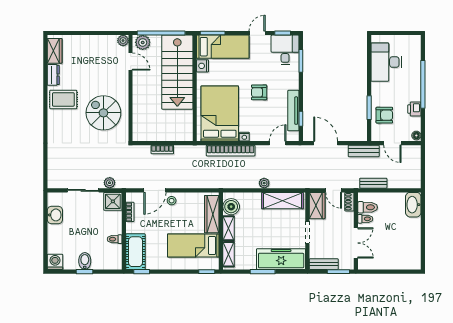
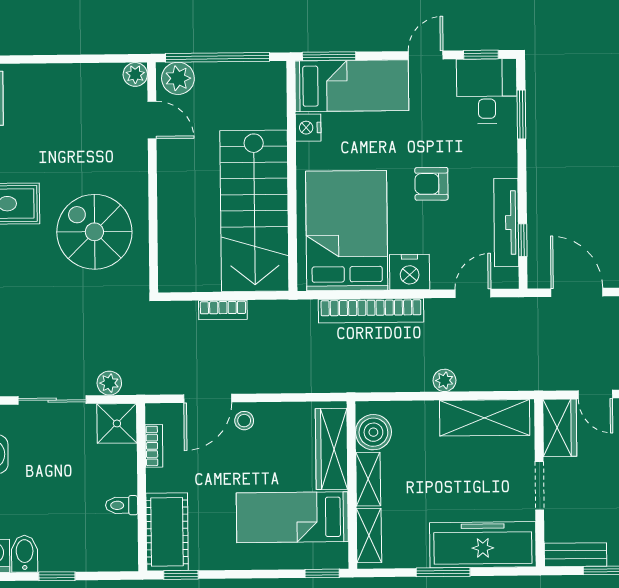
stairs: (177, 72) -> (254, 211), moved
nightstand: (244, 137) -> (410, 272), width x1.89, depth x1.79
bidet: (85, 261) -> (25, 554), moved

